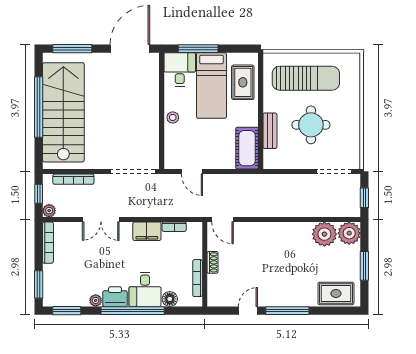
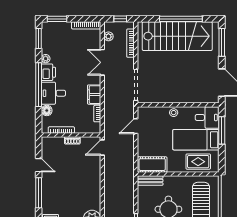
bench: (270, 131) -> (150, 181), moved
plant: (49, 211) -> (108, 36), moved

